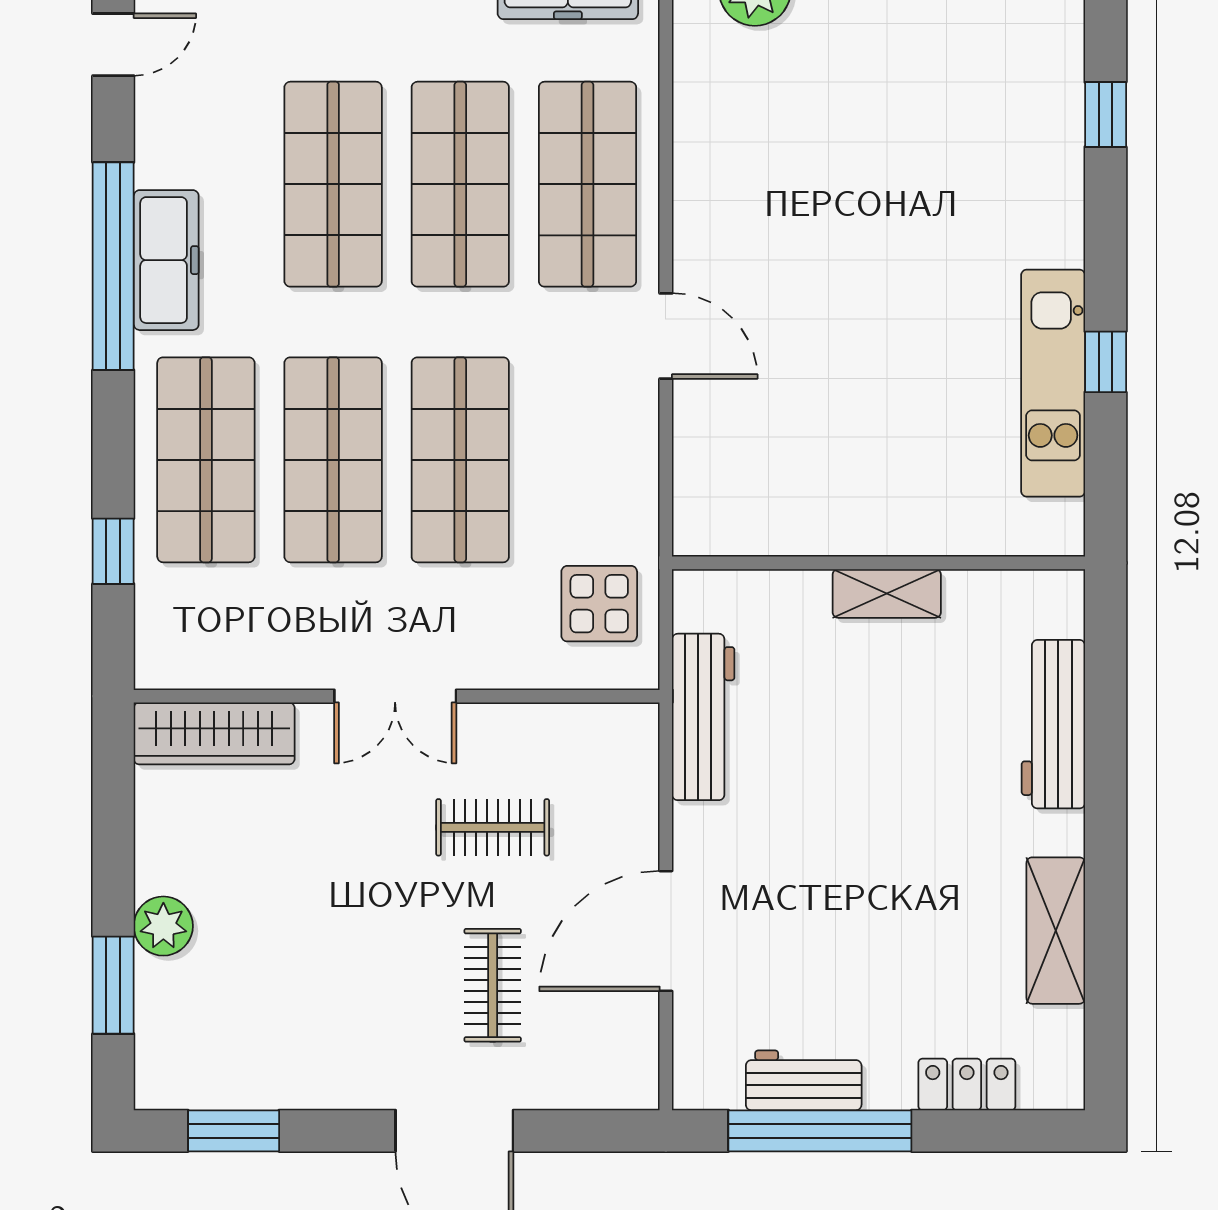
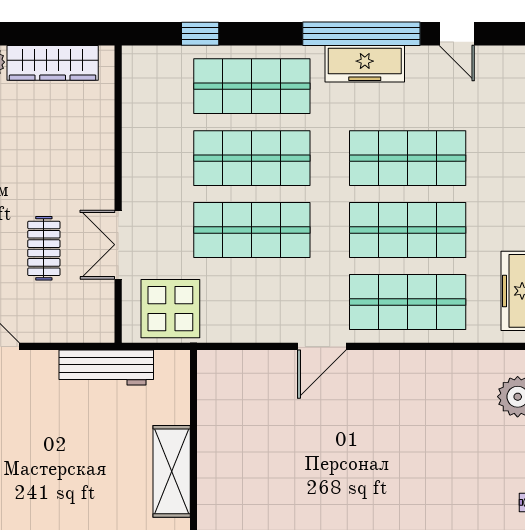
door: (113, 45) -> (457, 34), moved
shelving: (887, 593) -> (172, 471), width x1.50, depth x1.33
display table: (599, 604) -> (170, 309), width x1.36, depth x1.36
double door: (395, 696) -> (118, 245), moved
wardrobe: (214, 733) -> (53, 63), moved, turned -90

